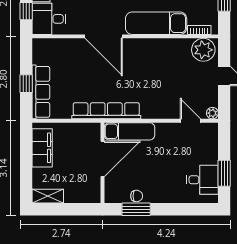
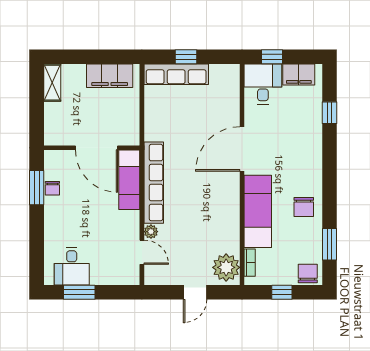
row of seats: (106, 111) -> (154, 183), moved
plant: (212, 113) -> (151, 232), moved
door: (190, 121) -> (142, 252), hinge flipped

